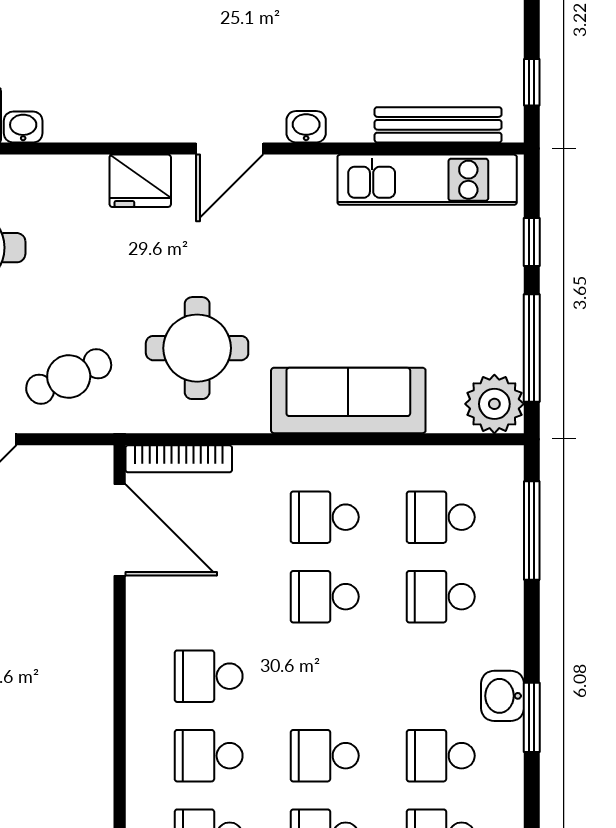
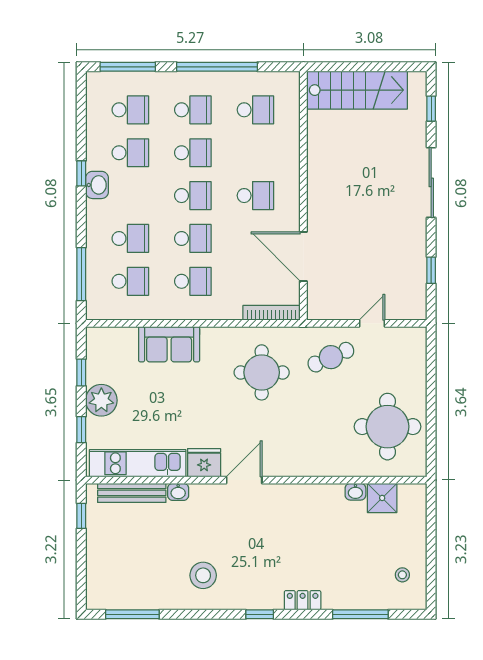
washbasin: (306, 127) -> (178, 492), moved
fridge: (140, 181) -> (204, 463), moved
window: (532, 348) -> (81, 373), width x0.46
sofa: (348, 400) -> (169, 344), width x0.73
plant: (494, 404) -> (101, 400), moved
door: (120, 530) -> (303, 257), moved
window: (532, 717) -> (81, 173), width x0.67
school desk: (209, 756) -> (193, 196), moved

